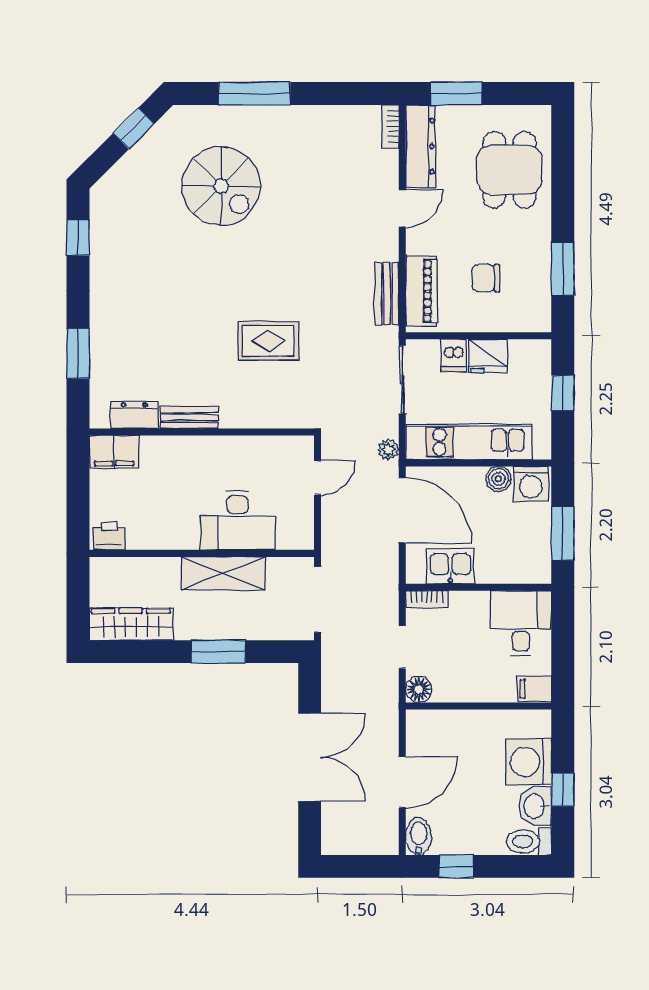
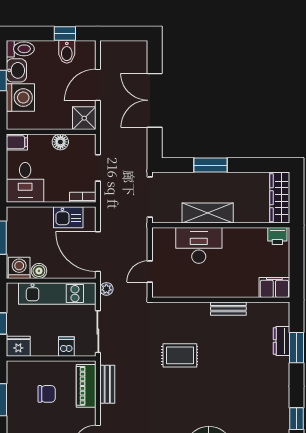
fridge: (488, 356) -> (18, 346), moved
dresser: (134, 415) -> (281, 341), moved, turned 90
wardrobe: (131, 624) -> (280, 198), moved, turned 90
floor lamp: (419, 689) -> (60, 142), moved
shower: (425, 728) -> (84, 118), added
bidet: (419, 836) -> (67, 52), moved

